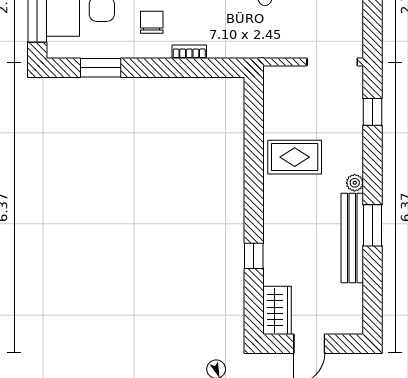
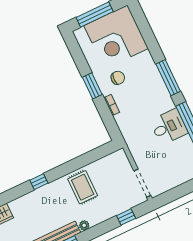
window: (101, 68) -> (92, 86), moved
window: (254, 256) -> (39, 182), moved

